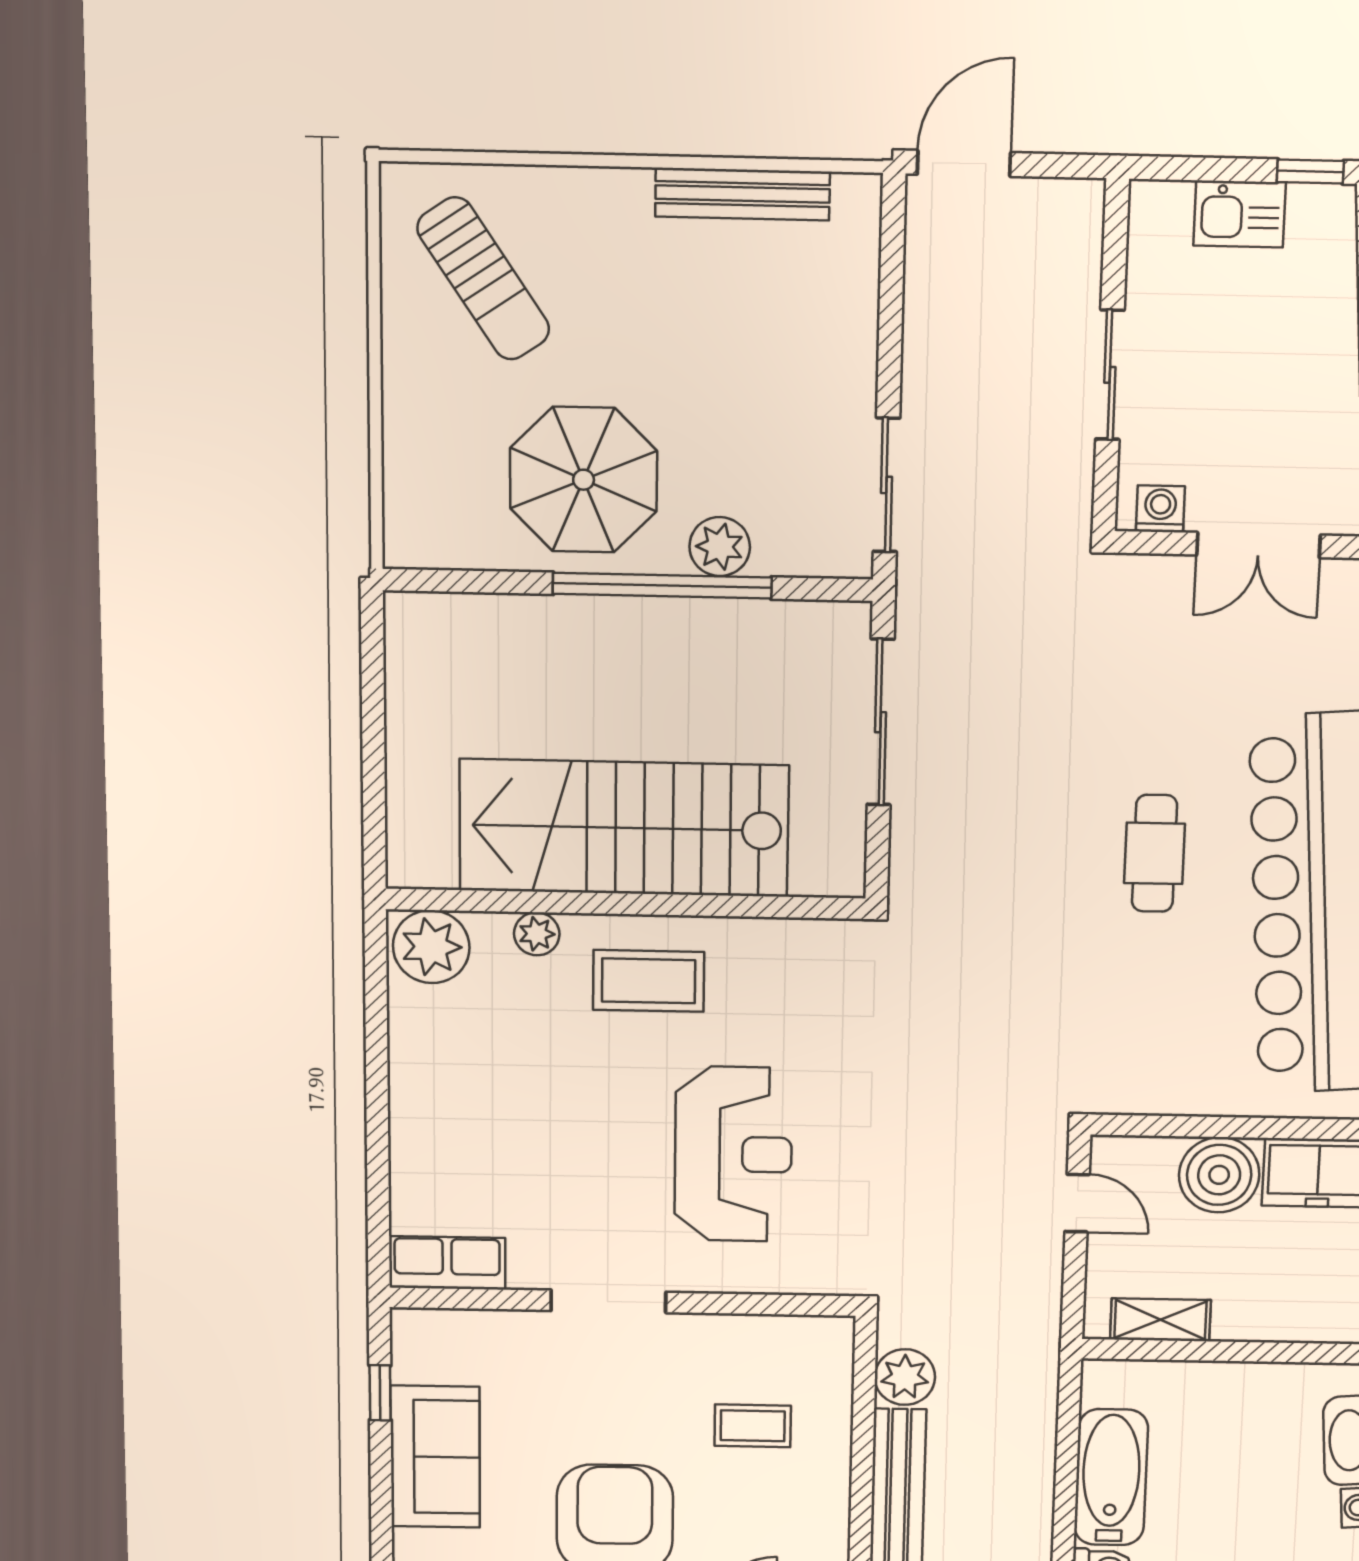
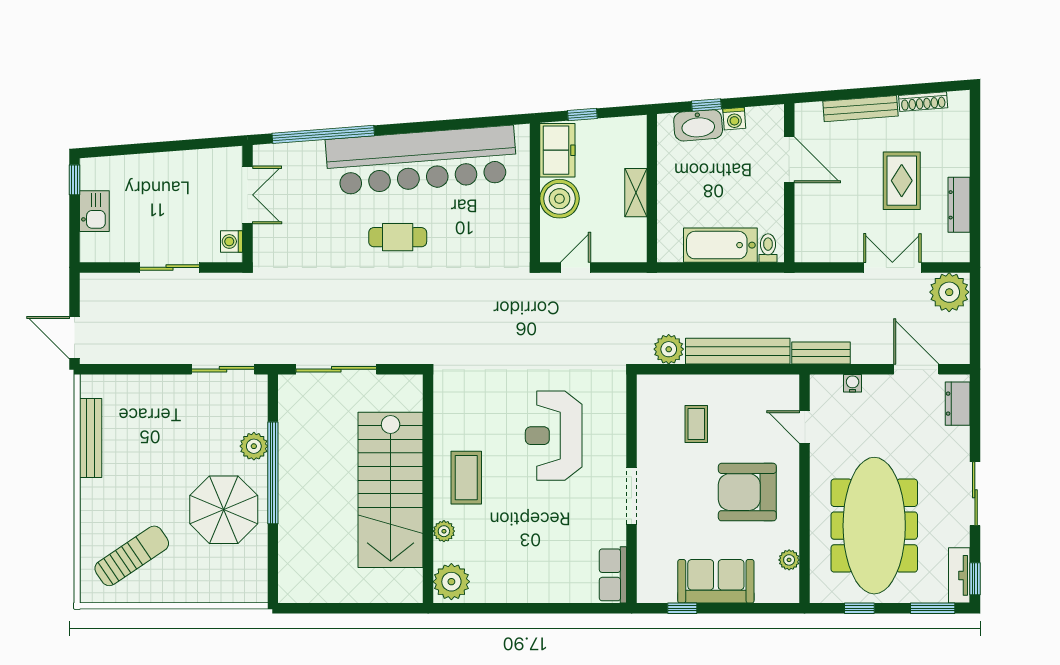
reception desk: (733, 1154) -> (554, 436), turned -90
shelving: (1160, 1320) -> (636, 193), moved

